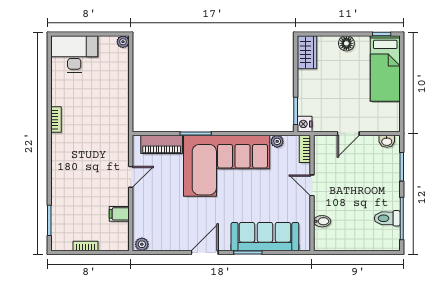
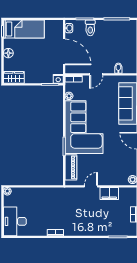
door: (348, 133) -> (64, 52), width x1.88
door: (131, 177) -> (91, 186), hinge flipped
filing cabinet: (119, 214) -> (109, 194), width x2.00
toilet: (387, 218) -> (90, 28), moved

